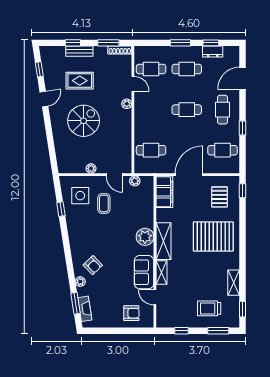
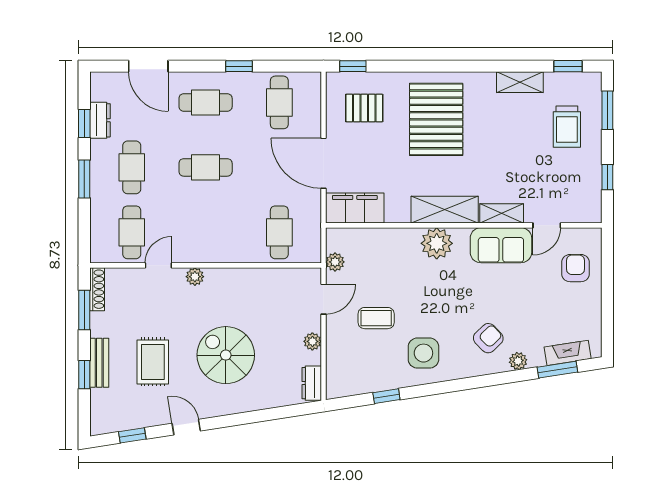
cafe table: (187, 110) -> (206, 167), turned 90
dresser: (68, 168) -> (312, 383), added
side table: (80, 196) -> (423, 353), moved

